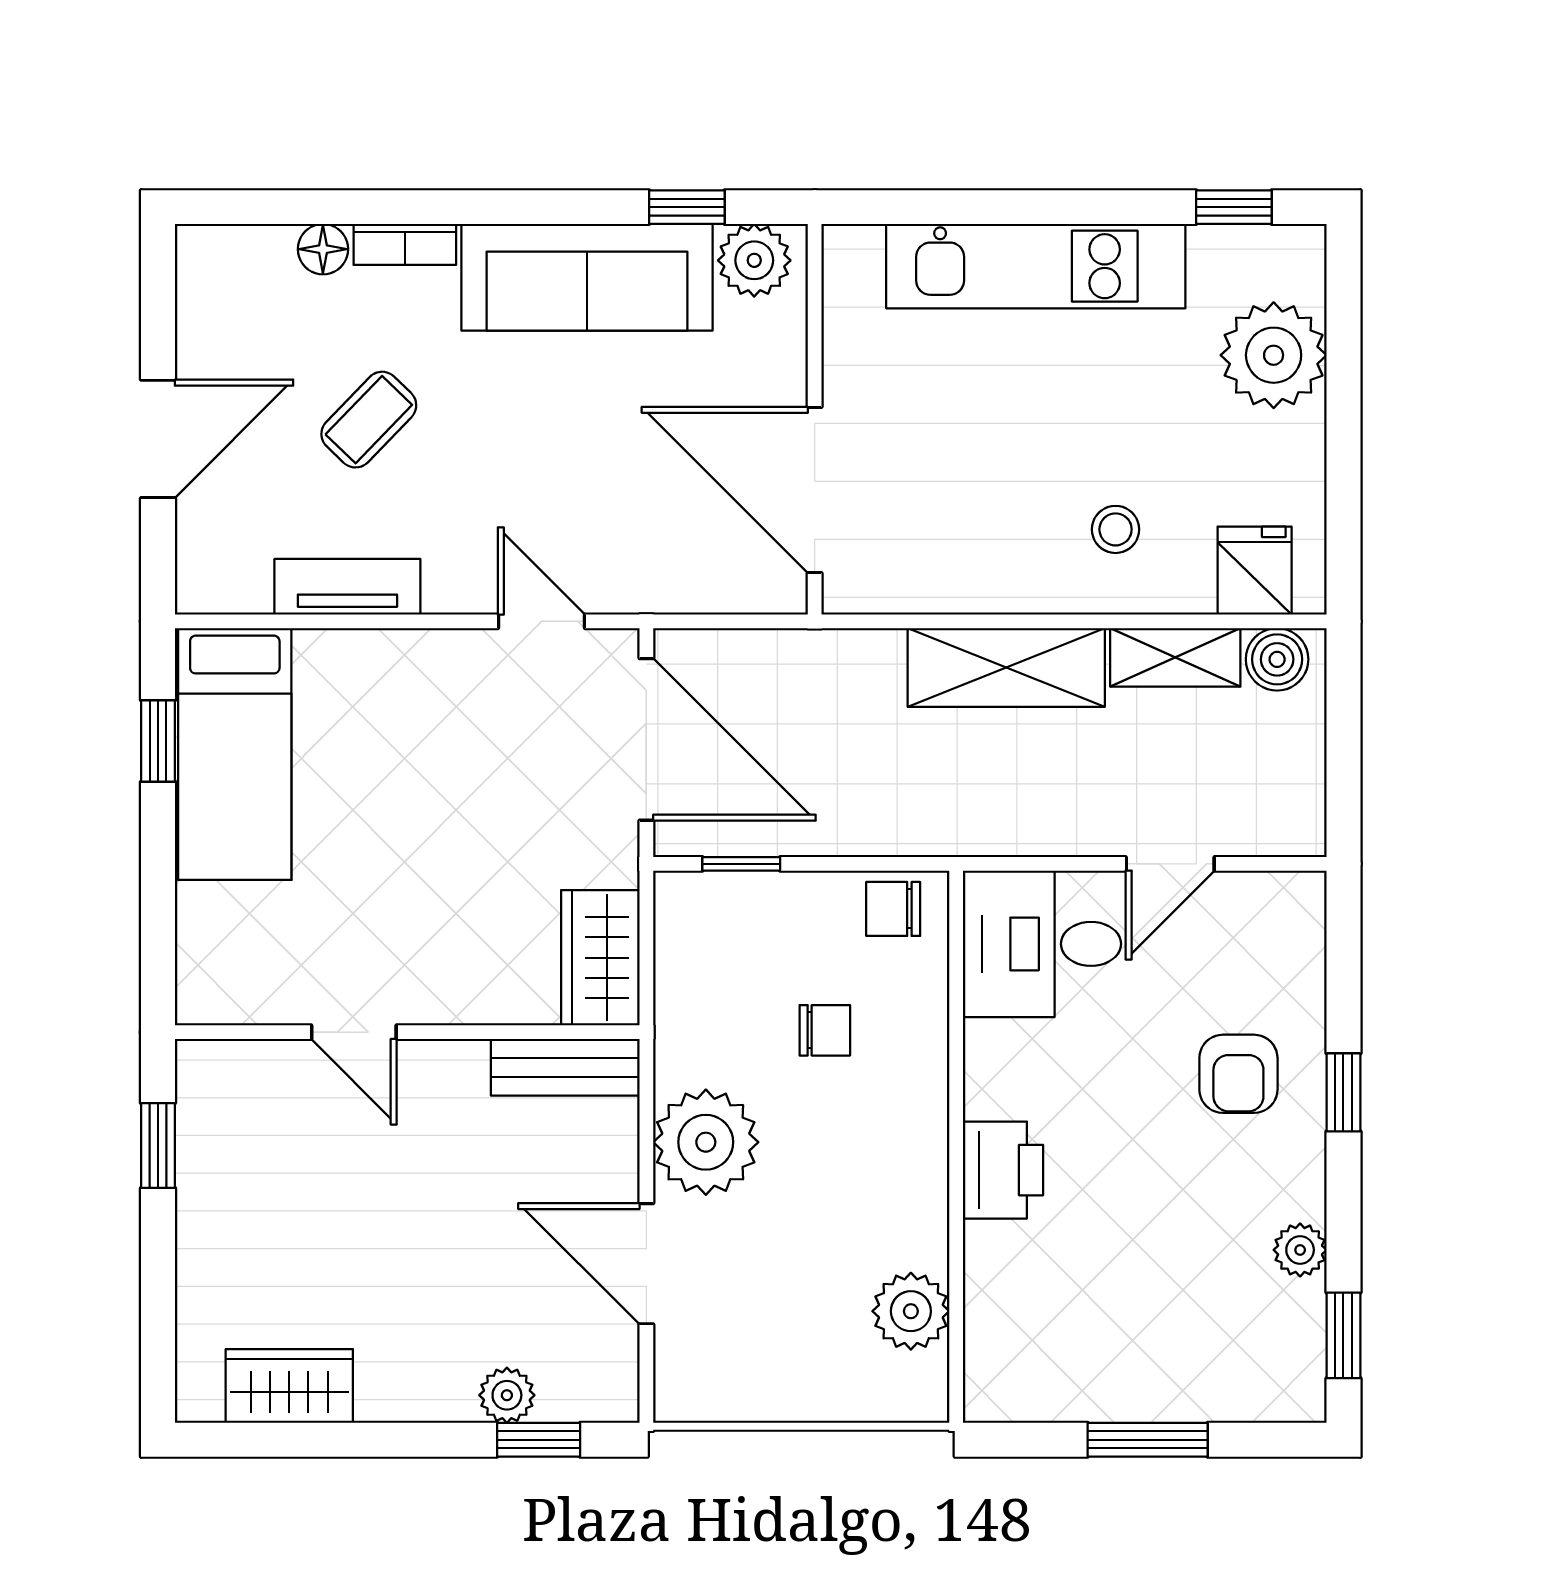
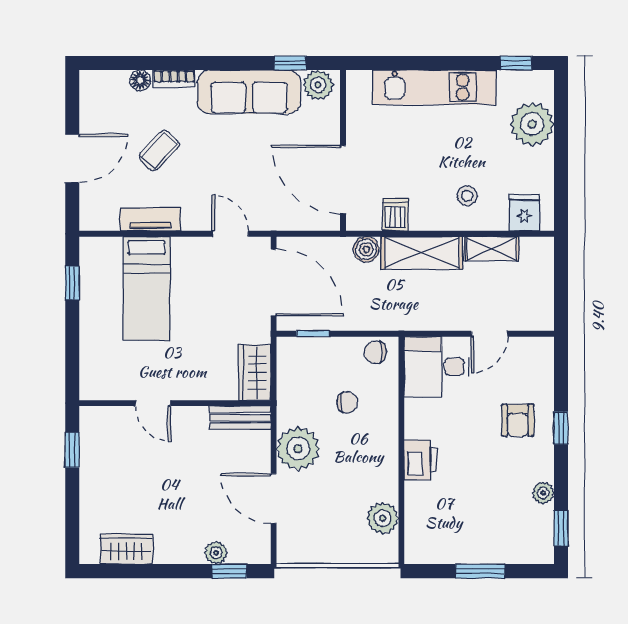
dishwasher: (942, 575) -> (395, 214), added
boiler: (1277, 659) -> (366, 249), moved
bed: (235, 754) -> (147, 288), moved

